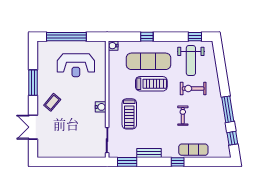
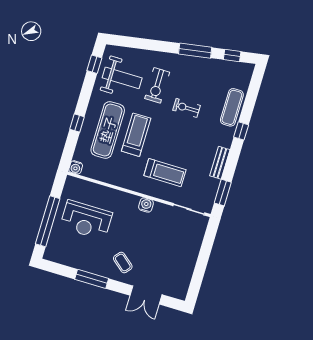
reception desk: (76, 65) -> (86, 220), turned 90

